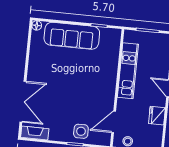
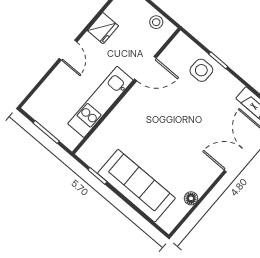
floor lamp: (37, 25) -> (191, 198), moved
door: (114, 122) -> (145, 69), moved

